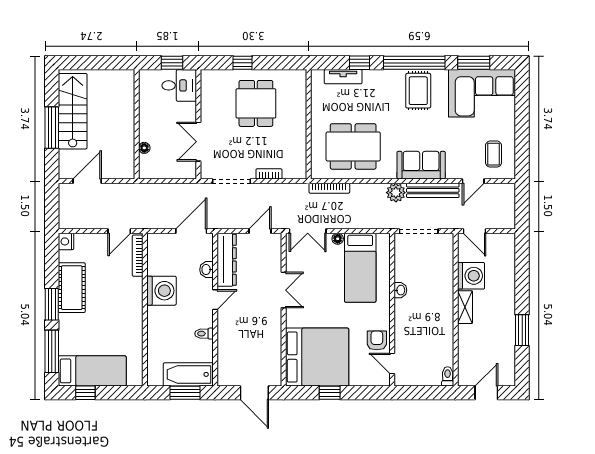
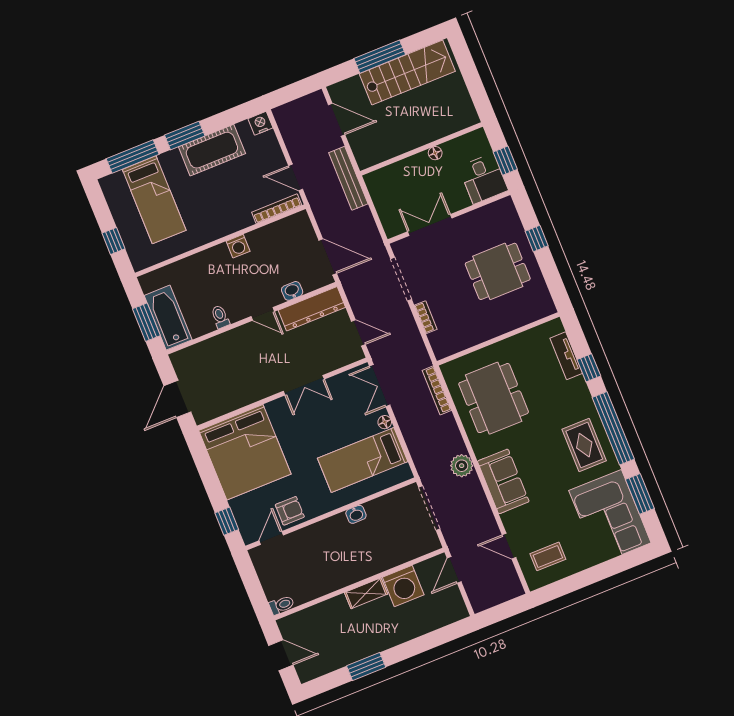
rug: (418, 91) -> (584, 445), turned 90
floor lamp: (144, 148) -> (435, 153), moved
bench: (433, 190) -> (348, 178), moved
washing machine: (162, 291) -> (238, 246), width x0.53, depth x0.53
bed: (92, 371) -> (154, 200), moved
window: (85, 393) -> (114, 241), moved
window: (330, 393) -> (227, 521), moved

